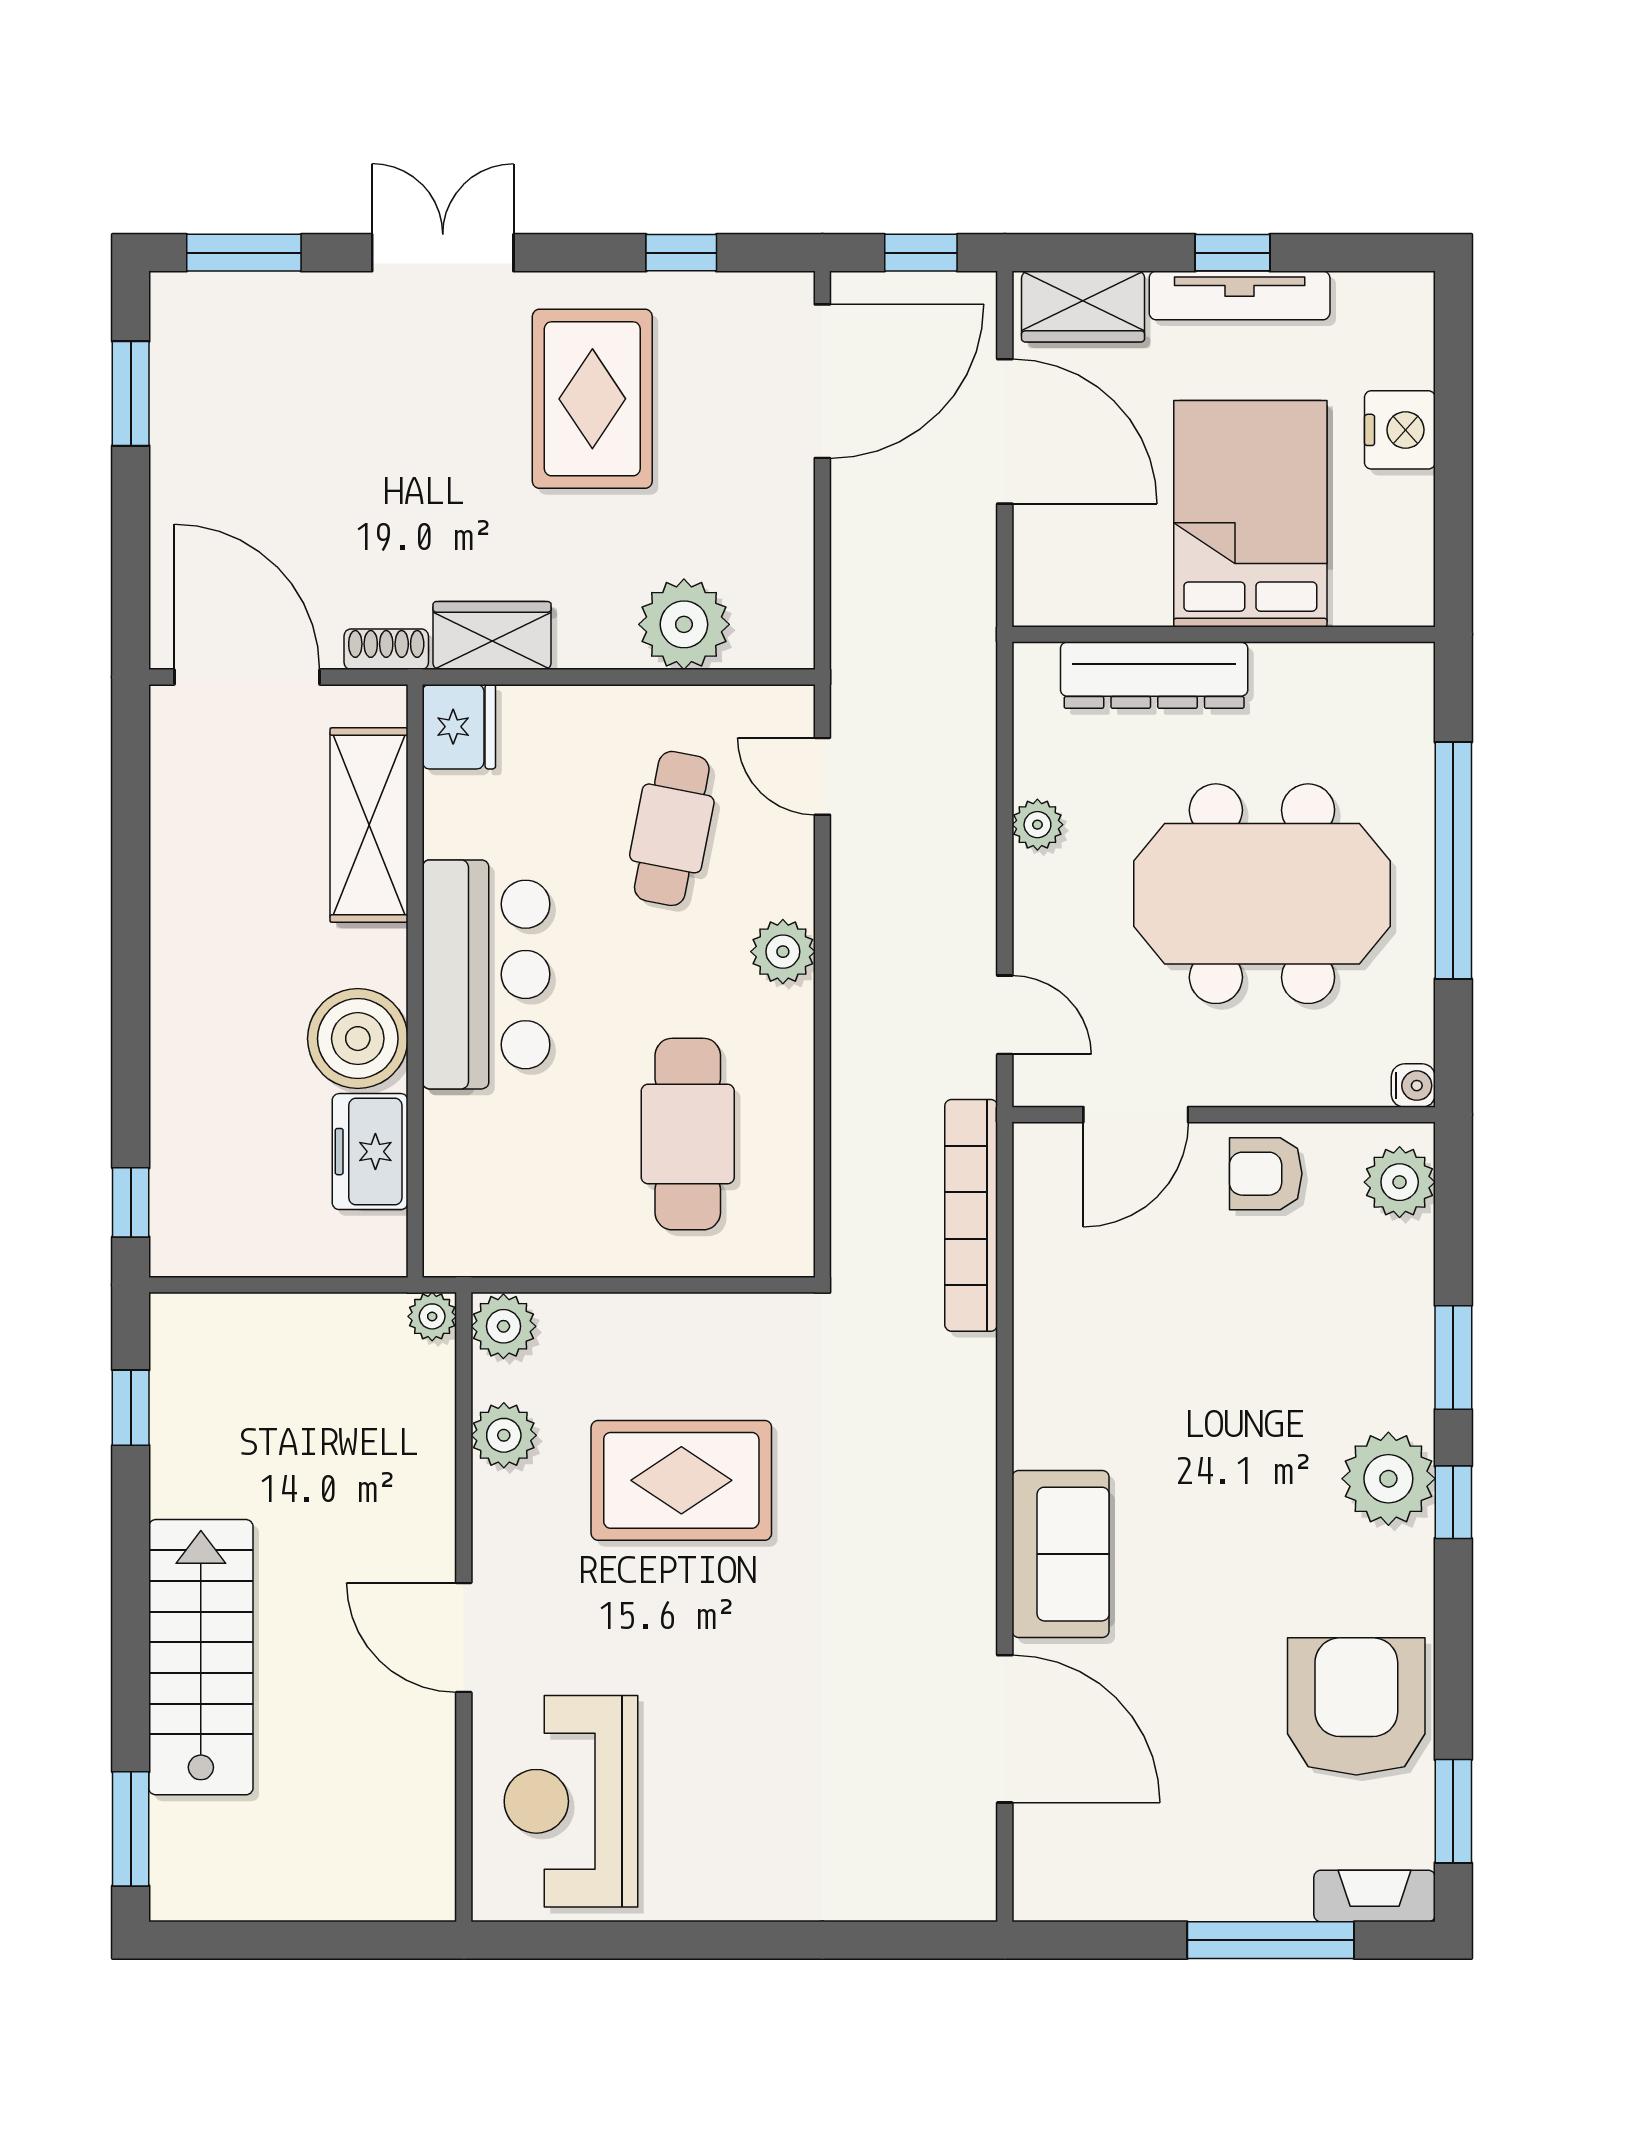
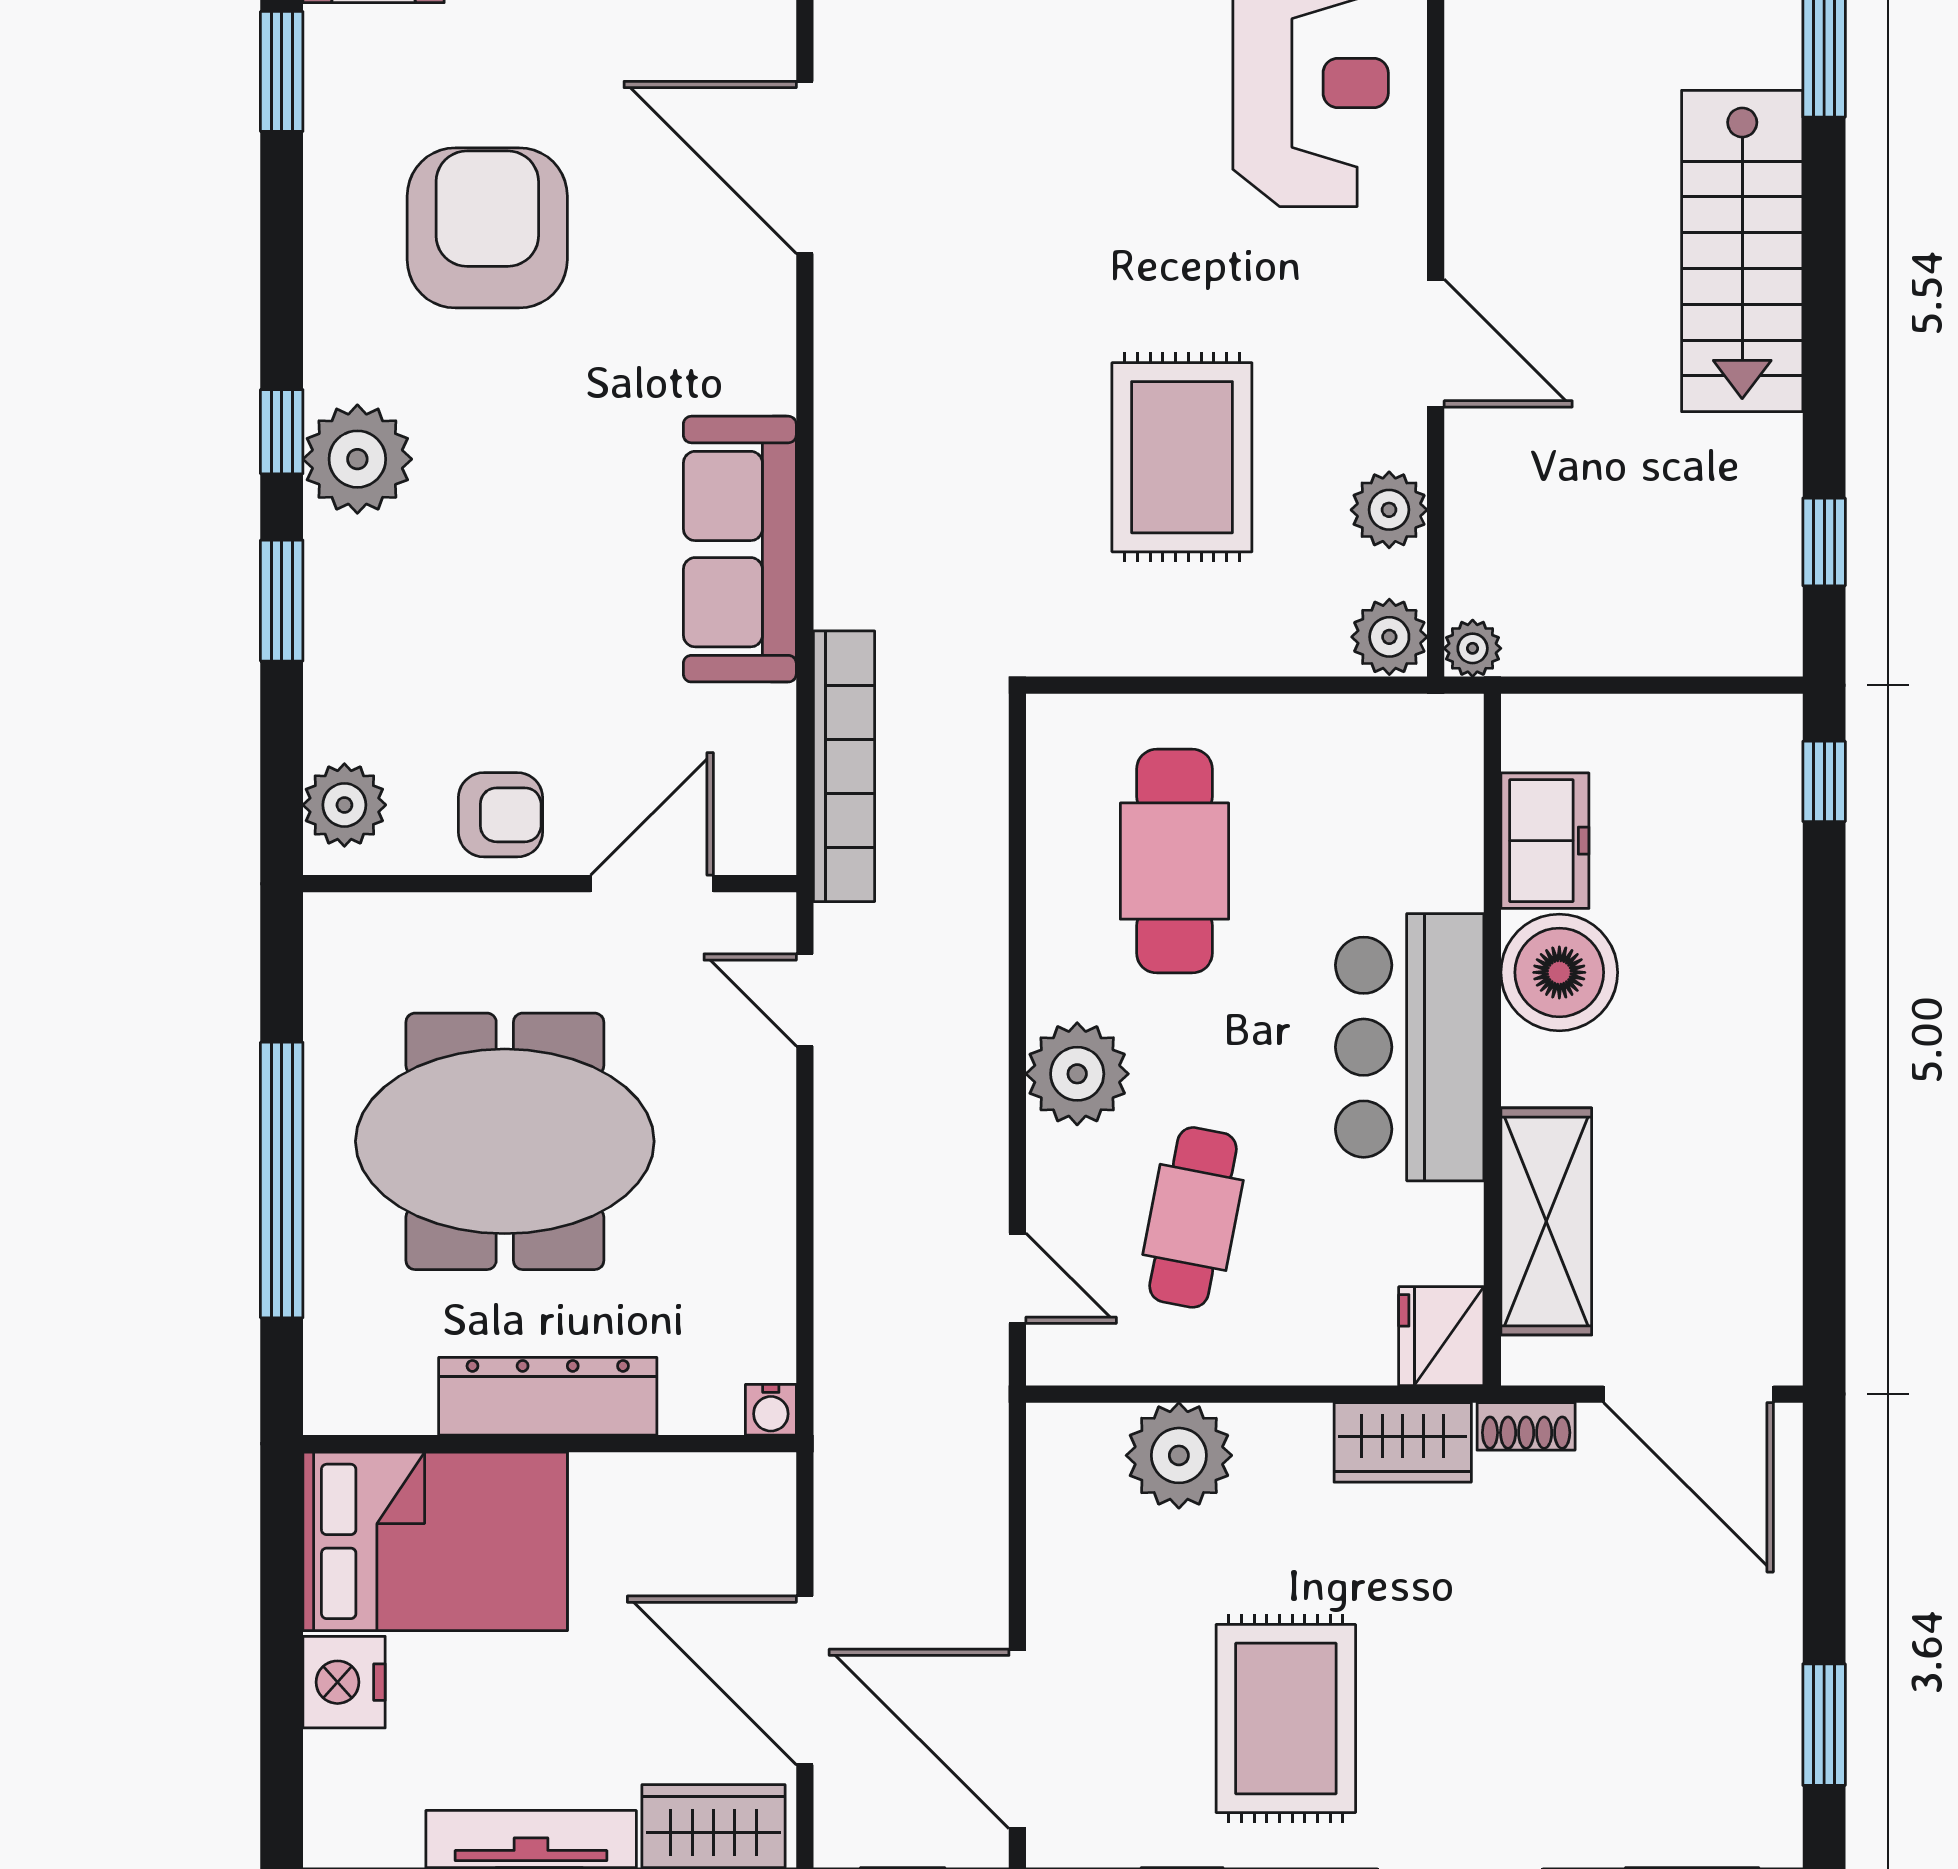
door: (822, 381) -> (1017, 1739), hinge flipped
bed: (1250, 514) -> (435, 1541), moved, turned -90
dresser: (1154, 675) -> (548, 1396), moved
plant: (1037, 825) -> (767, 1222), removed
plant: (783, 952) -> (1077, 1074), width x1.36, depth x1.36
water cooler: (1413, 1086) -> (771, 1410), moved, turned -90
rug: (681, 1480) -> (1182, 457), turned 90
sofa: (1060, 1554) -> (740, 549), moved, width x1.36
door: (464, 1638) -> (1436, 343), moved
armchair: (1356, 1706) -> (487, 228), moved, turned 180

